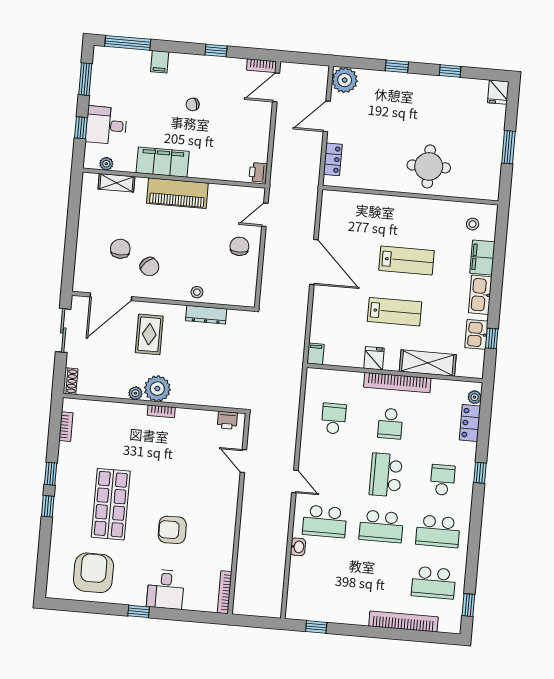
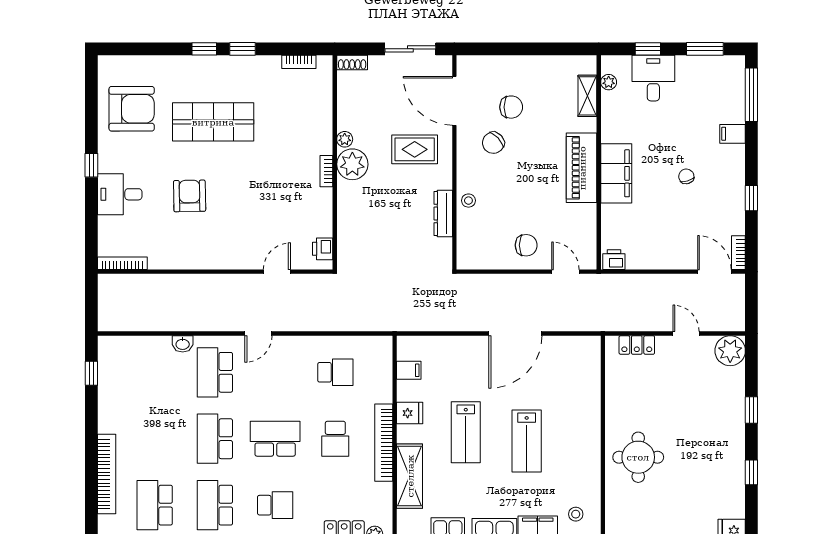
door: (327, 116) -> (686, 334), width x0.73
filing cabinet: (163, 162) -> (616, 173), moved
filing cabinet: (316, 354) -> (409, 370), moved
school desk: (390, 424) -> (335, 439), turned -90

